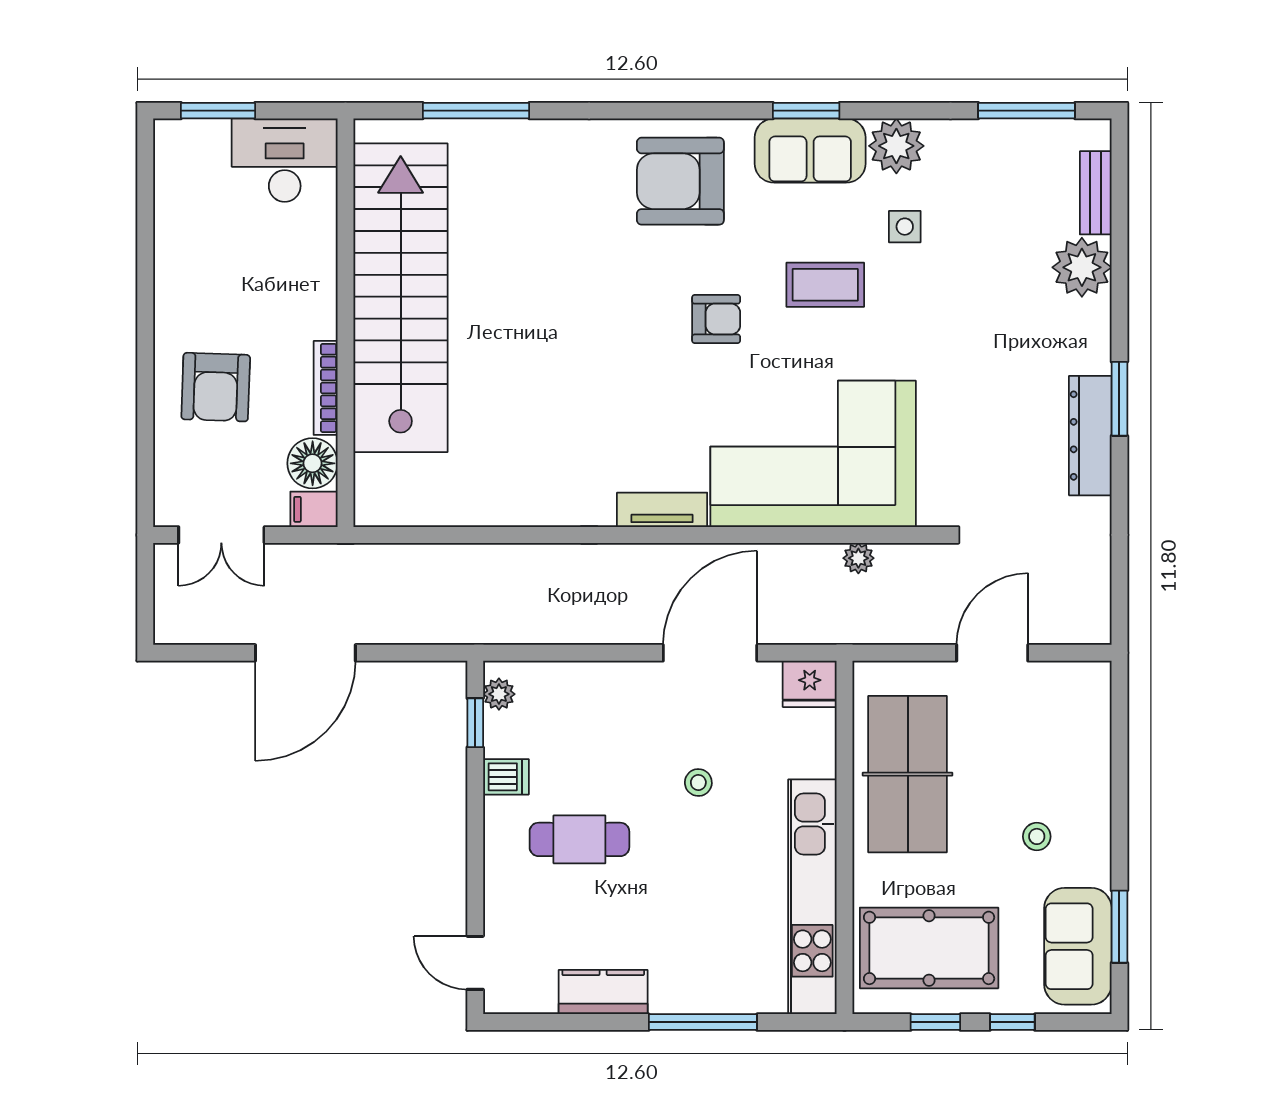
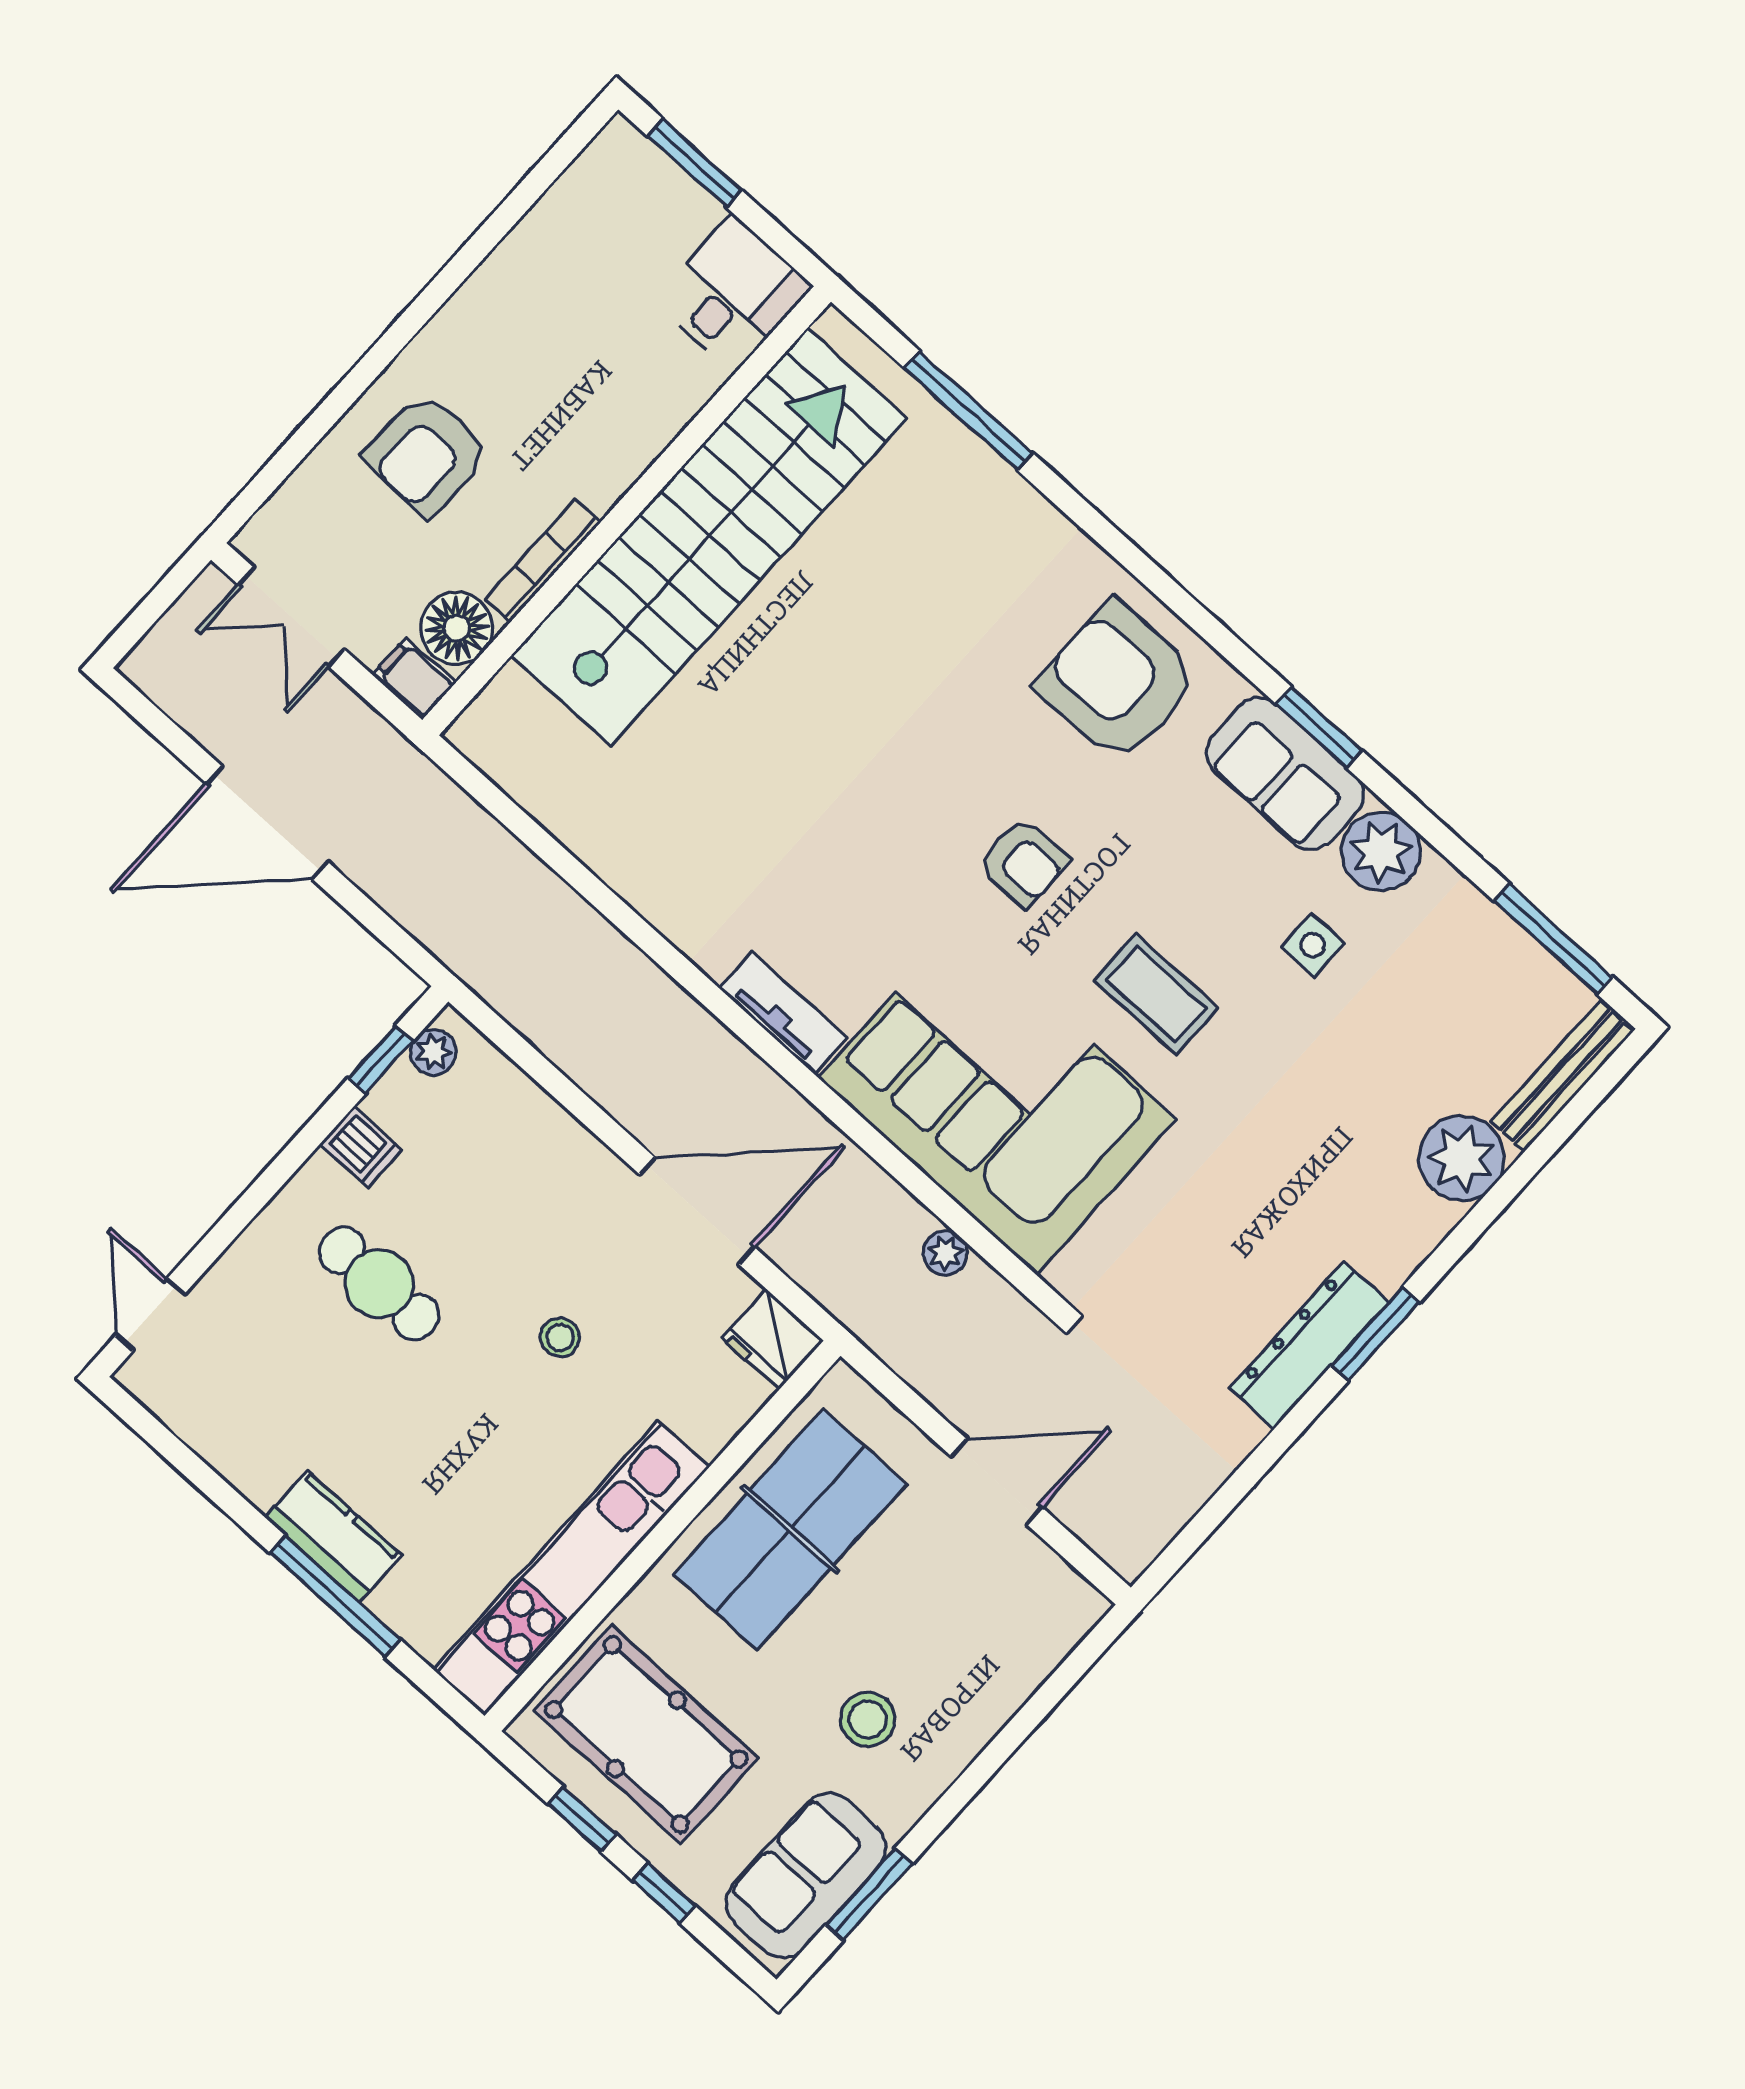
desk: (285, 160) -> (733, 293), width x0.73
bench: (1096, 193) -> (1562, 1076), width x1.36
coffee table: (825, 285) -> (1156, 994), moved
stool: (1037, 836) -> (868, 1719), width x1.37, depth x1.37
kitchen counter: (603, 992) -> (333, 1536), moved

